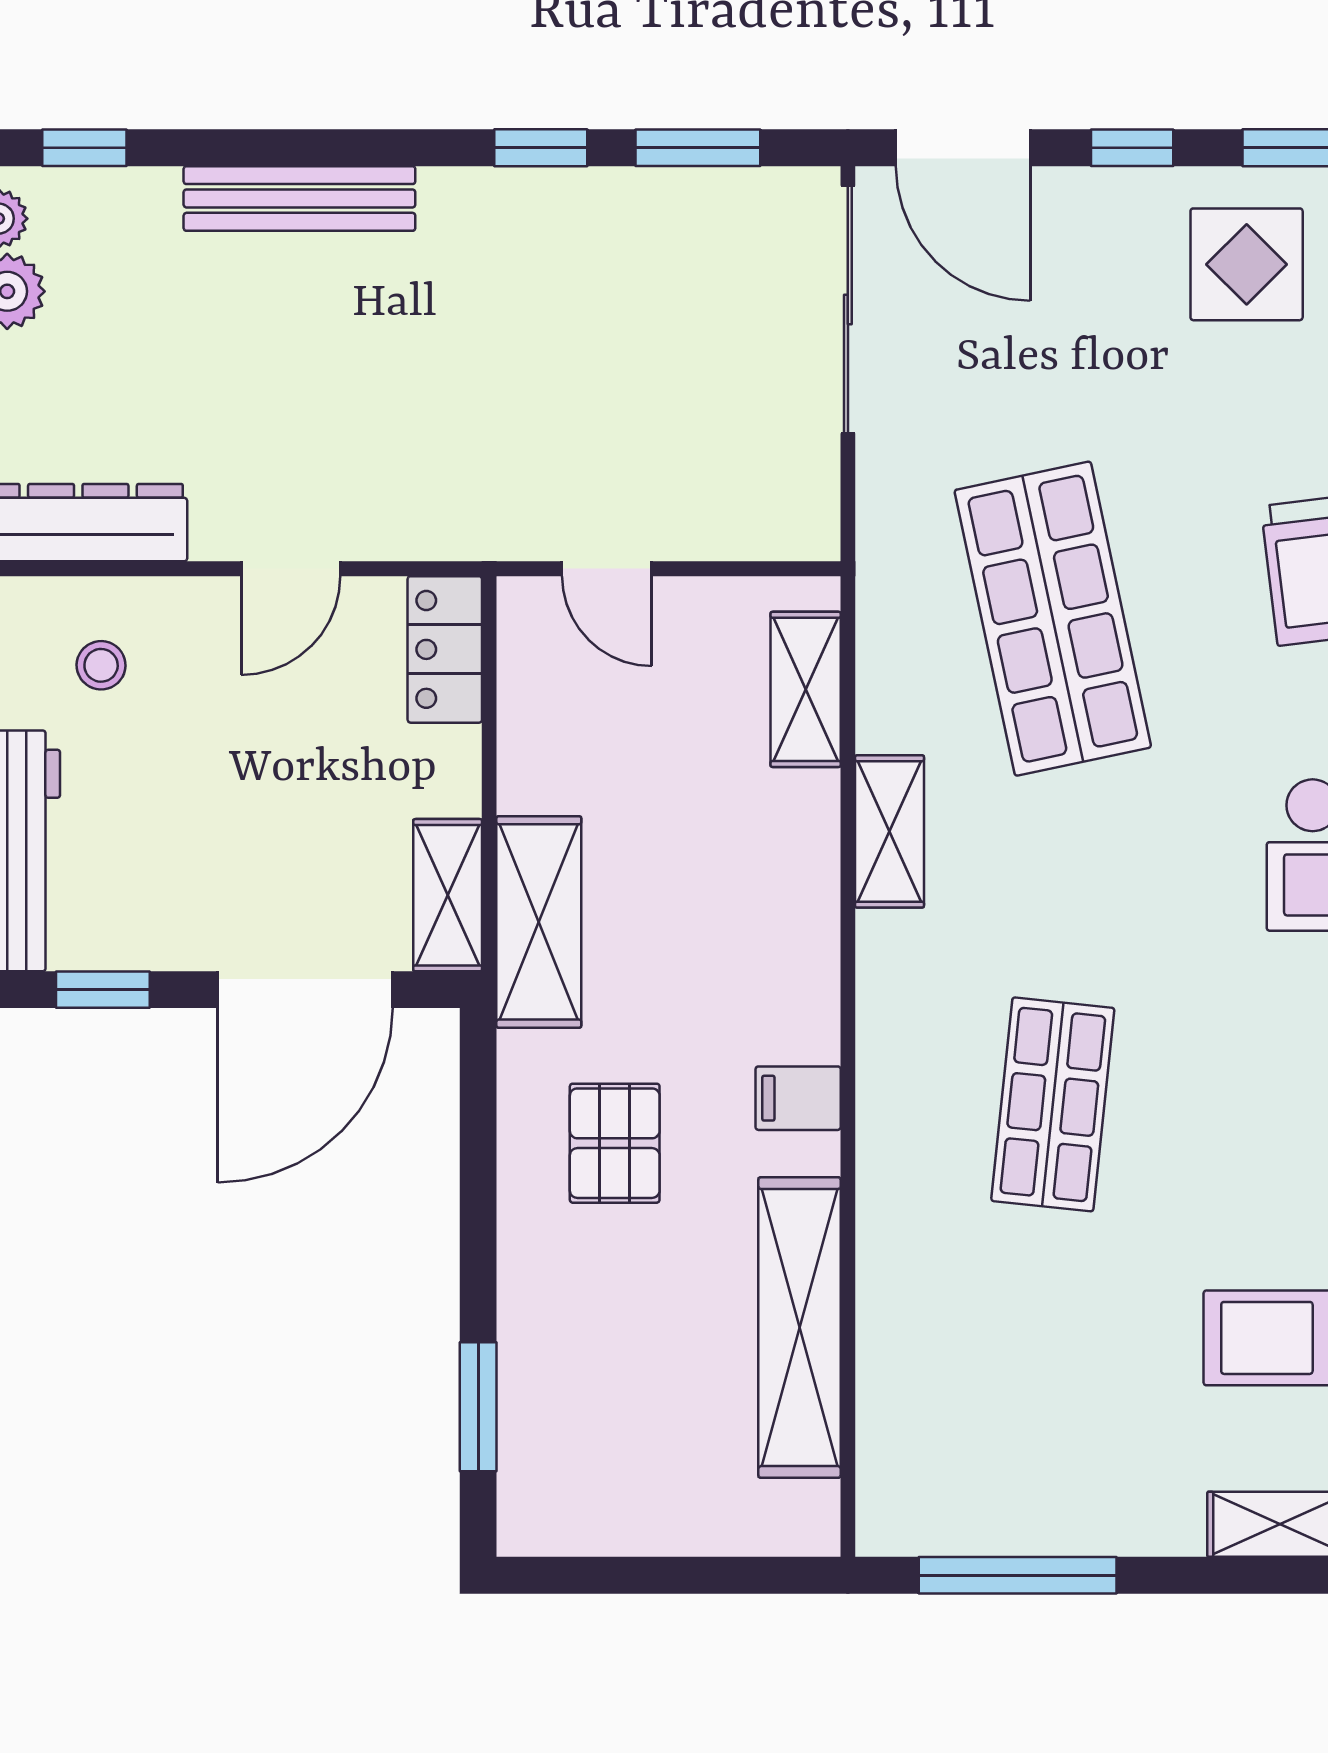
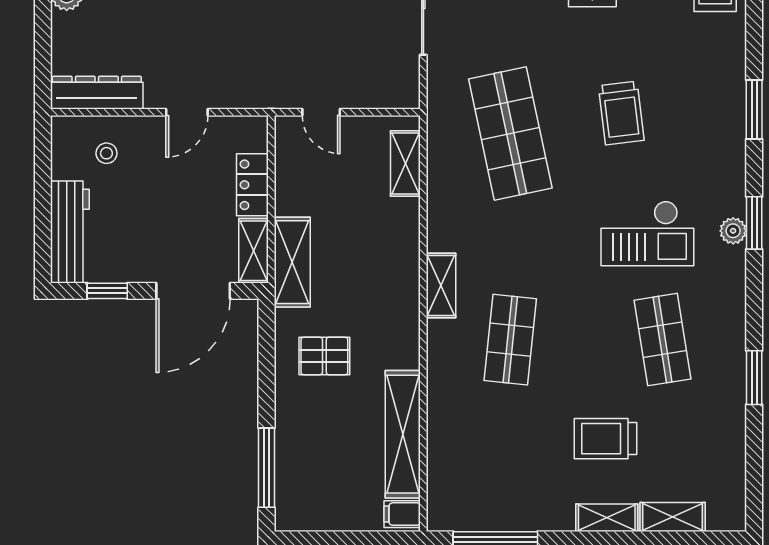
locker: (445, 649) -> (252, 185), moved
shelving: (890, 831) -> (441, 286), moved
filing cabinet: (798, 1098) -> (402, 514), moved
pallet: (615, 1143) -> (324, 356), turned 90
window: (478, 1407) -> (266, 468), width x1.44

